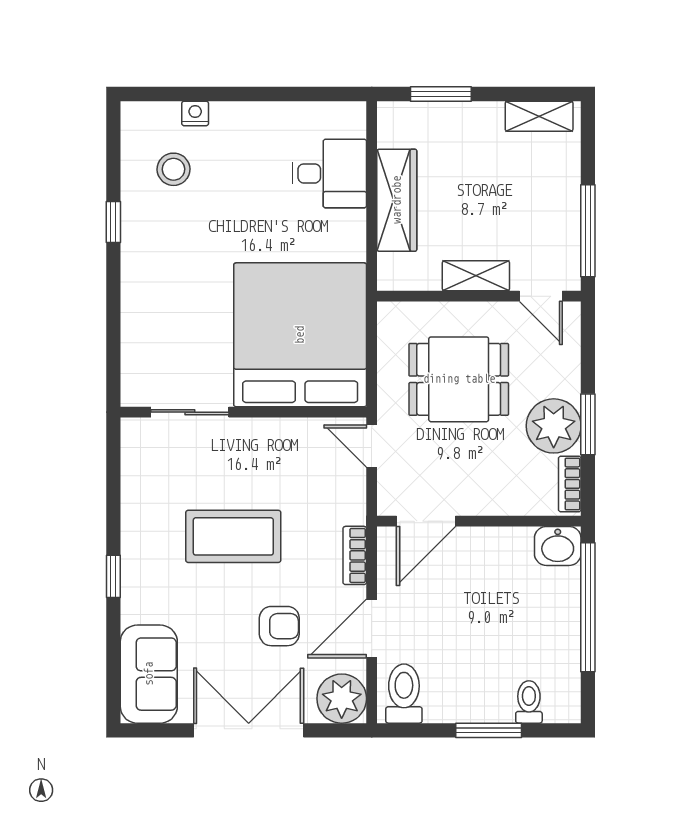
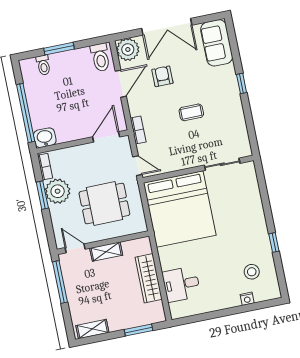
coffee table: (233, 536) -> (191, 112), width x0.54, depth x0.58
bookcase: (355, 555) -> (138, 130), moved
armchair: (279, 626) -> (162, 76), turned 90

